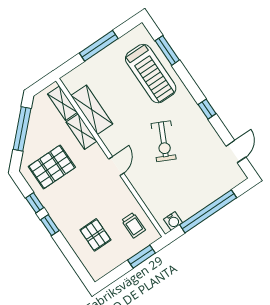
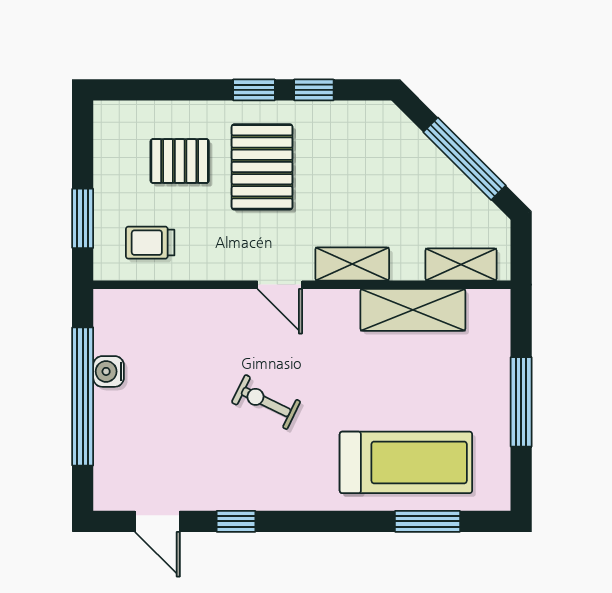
treadmill: (151, 74) -> (406, 462), turned 180
window: (207, 109) -> (236, 521), moved
shelving: (81, 132) -> (352, 264), moved
exercise bike: (164, 141) -> (266, 402), width x0.73, depth x0.72
pallet: (52, 167) -> (262, 167), moved
water cooler: (173, 221) -> (109, 371), moved

